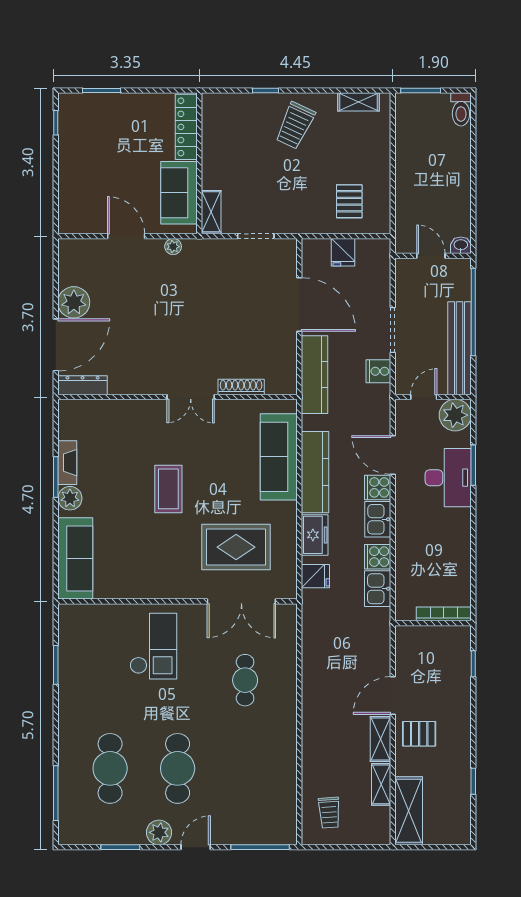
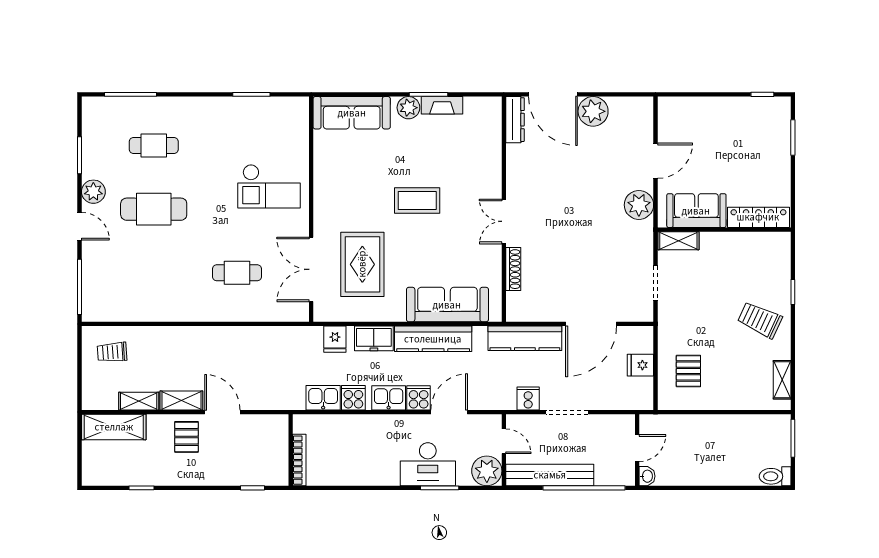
pallet: (349, 201) -> (688, 371), turned 90
plant: (173, 247) -> (639, 205), width x1.87, depth x1.87
cafe table: (110, 768) -> (154, 146), width x0.73, depth x0.74

